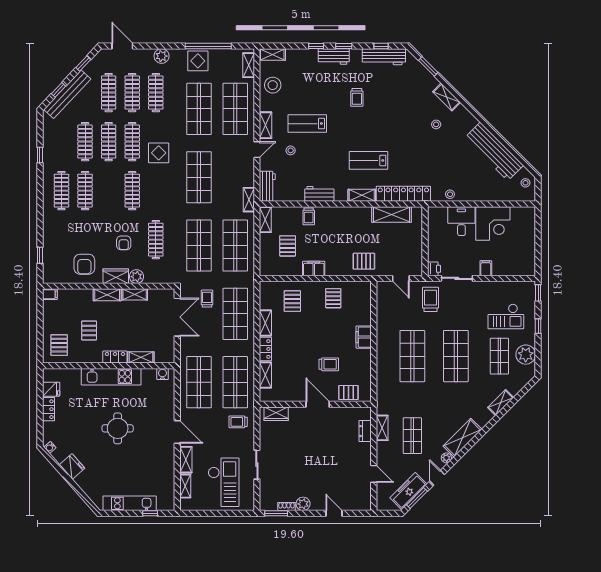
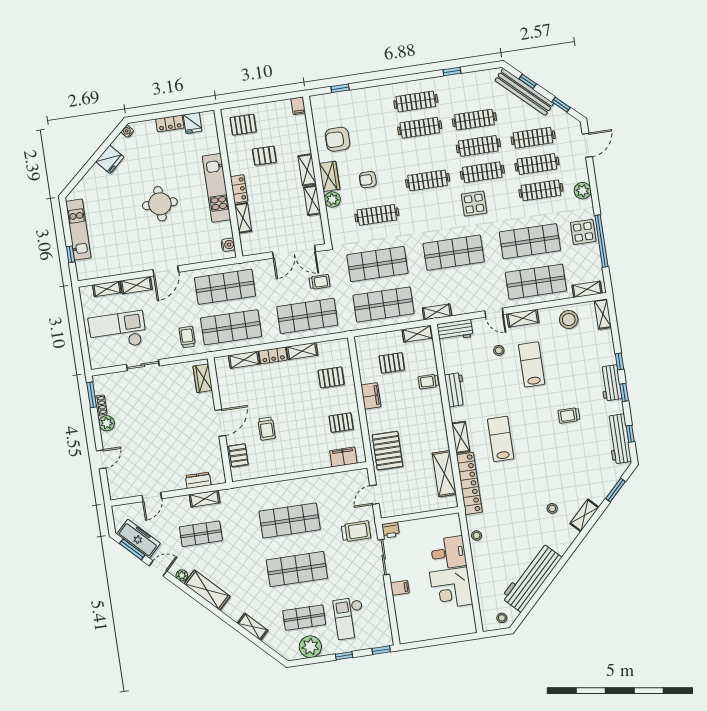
pallet: (364, 261) -> (387, 451), width x1.50, depth x1.42
filing cabinet: (364, 337) -> (343, 457), moved
checkout: (224, 482) -> (118, 331), turned 180

